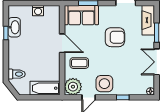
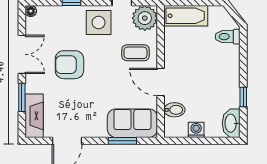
bidet: (53, 24) -> (174, 110), added
washbasin: (14, 27) -> (231, 123), moved
armchair: (115, 37) -> (69, 65), moved

